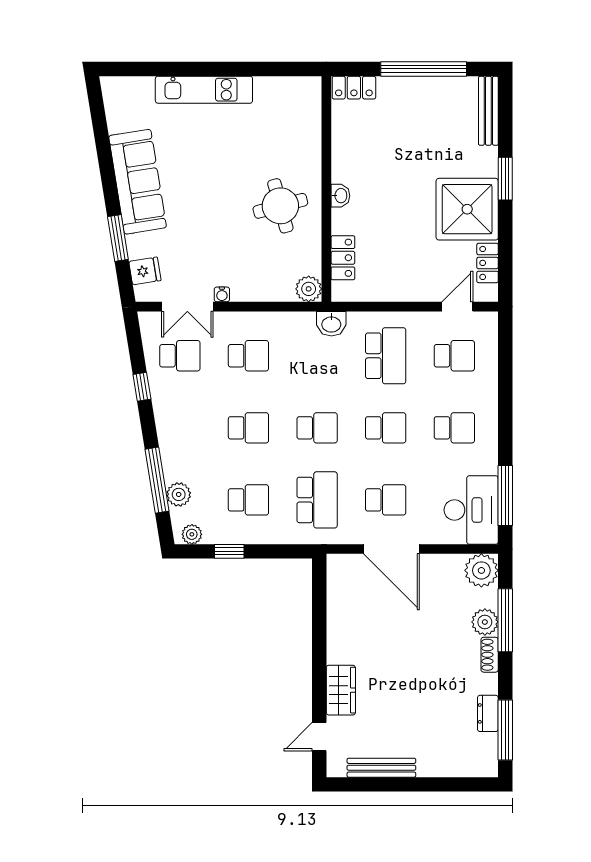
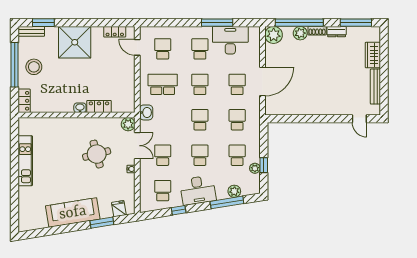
kitchen unit: (204, 90) -> (25, 161), moved
stool: (420, 106) -> (34, 67), added
bench: (488, 111) -> (31, 31), width x0.73
window: (505, 179) -> (43, 23), moved
round table: (280, 206) -> (97, 154), moved
shower: (467, 209) -> (75, 42), moved
locker: (343, 258) -> (99, 106), moved
double door: (187, 307) -> (137, 146), moved
desk: (181, 424) -> (198, 190), added
window: (505, 496) -> (217, 23), moved
school desk: (317, 500) -> (237, 120), width x0.54
desk: (471, 510) -> (230, 40), moved
plant: (192, 534) -> (255, 168), moved
window: (505, 620) -> (299, 23), width x1.46
wardrobe: (341, 690) -> (373, 55), moved, turned -90
dresser: (488, 713) -> (337, 32), moved

